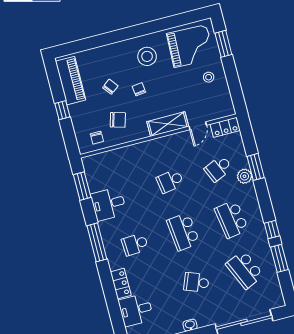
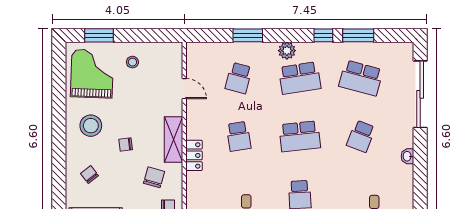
chair: (110, 87) -> (89, 175), moved
shelving: (168, 124) -> (173, 140), moved
locker: (225, 127) -> (194, 155), moved
school desk: (218, 169) -> (239, 78), turned 39
plant: (245, 176) -> (287, 51), moved
school desk: (245, 270) -> (361, 78), turned 39

